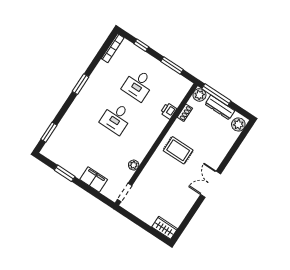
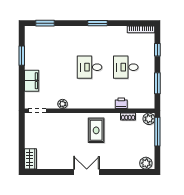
dresser: (220, 107) -> (150, 141), removed

